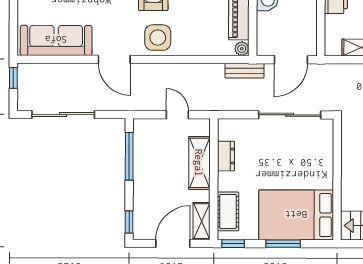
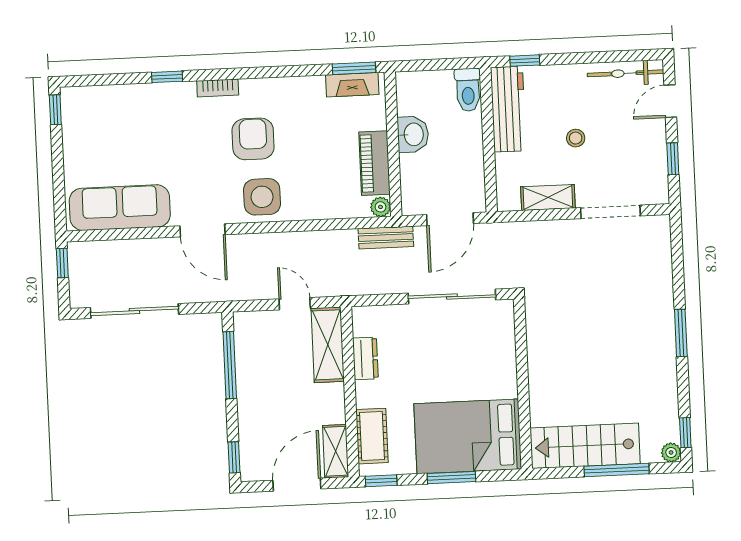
shelving: (199, 163) -> (328, 345), moved

